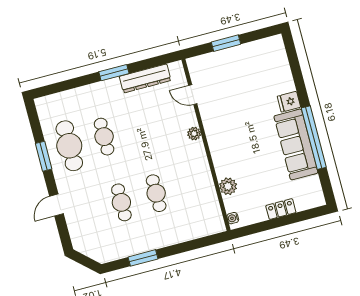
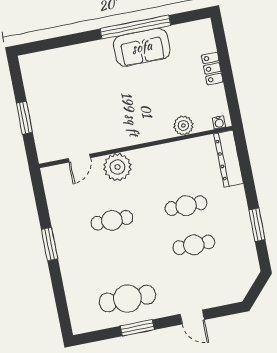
dresser: (145, 78) -> (229, 159), moved, turned 180
fridge: (289, 102) -> (94, 52), removed
plant: (194, 134) -> (117, 167), width x1.88, depth x1.88
cafe table: (104, 137) -> (112, 220), moved
sofa: (296, 144) -> (142, 47), width x0.73

